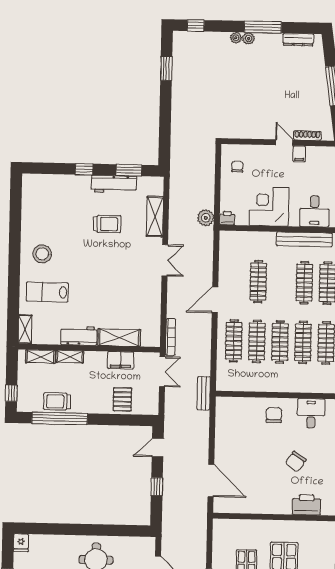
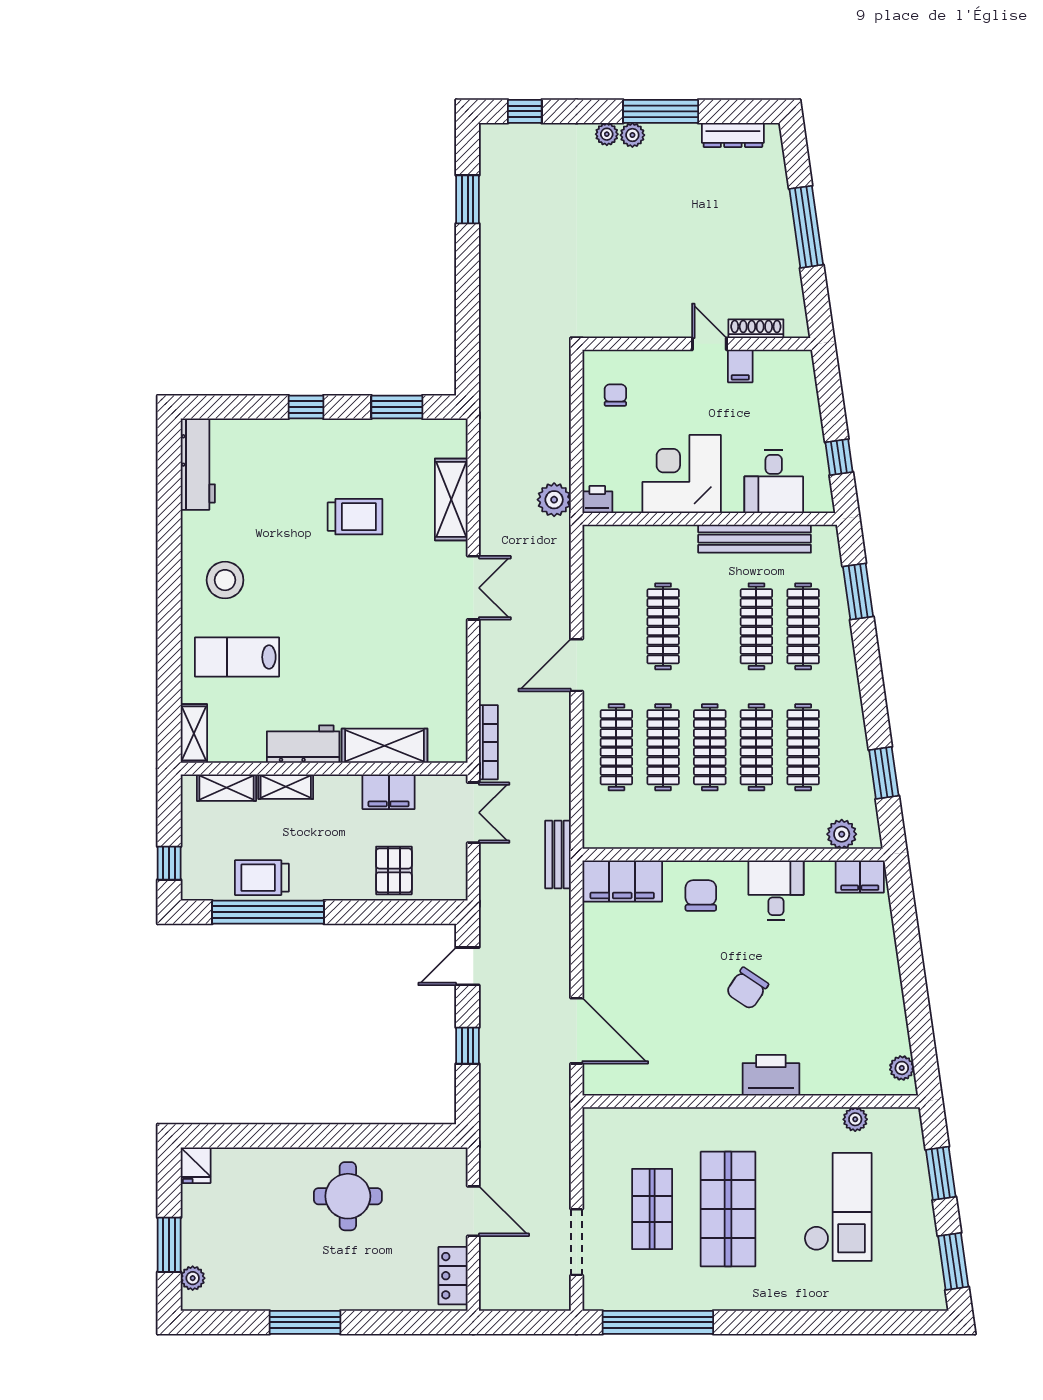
workbench: (114, 184) -> (198, 464), moved, turned -90
filing cabinet: (235, 407) -> (622, 881), added

